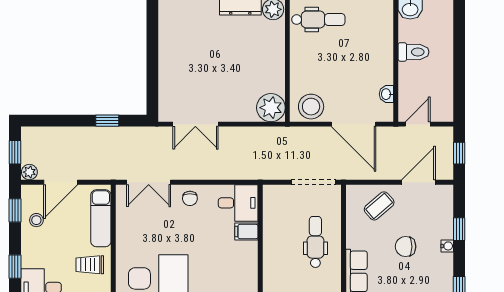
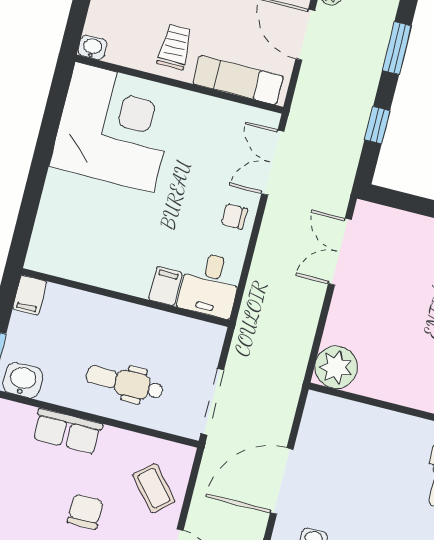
stool: (311, 107) -> (323, 426), removed
window: (54, 121) -> (397, 48), added
dental chair: (315, 242) -> (125, 383), turned 180

